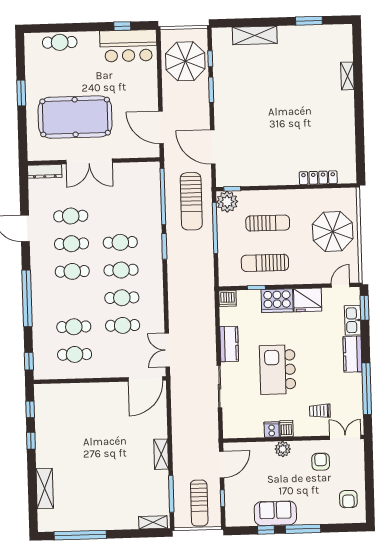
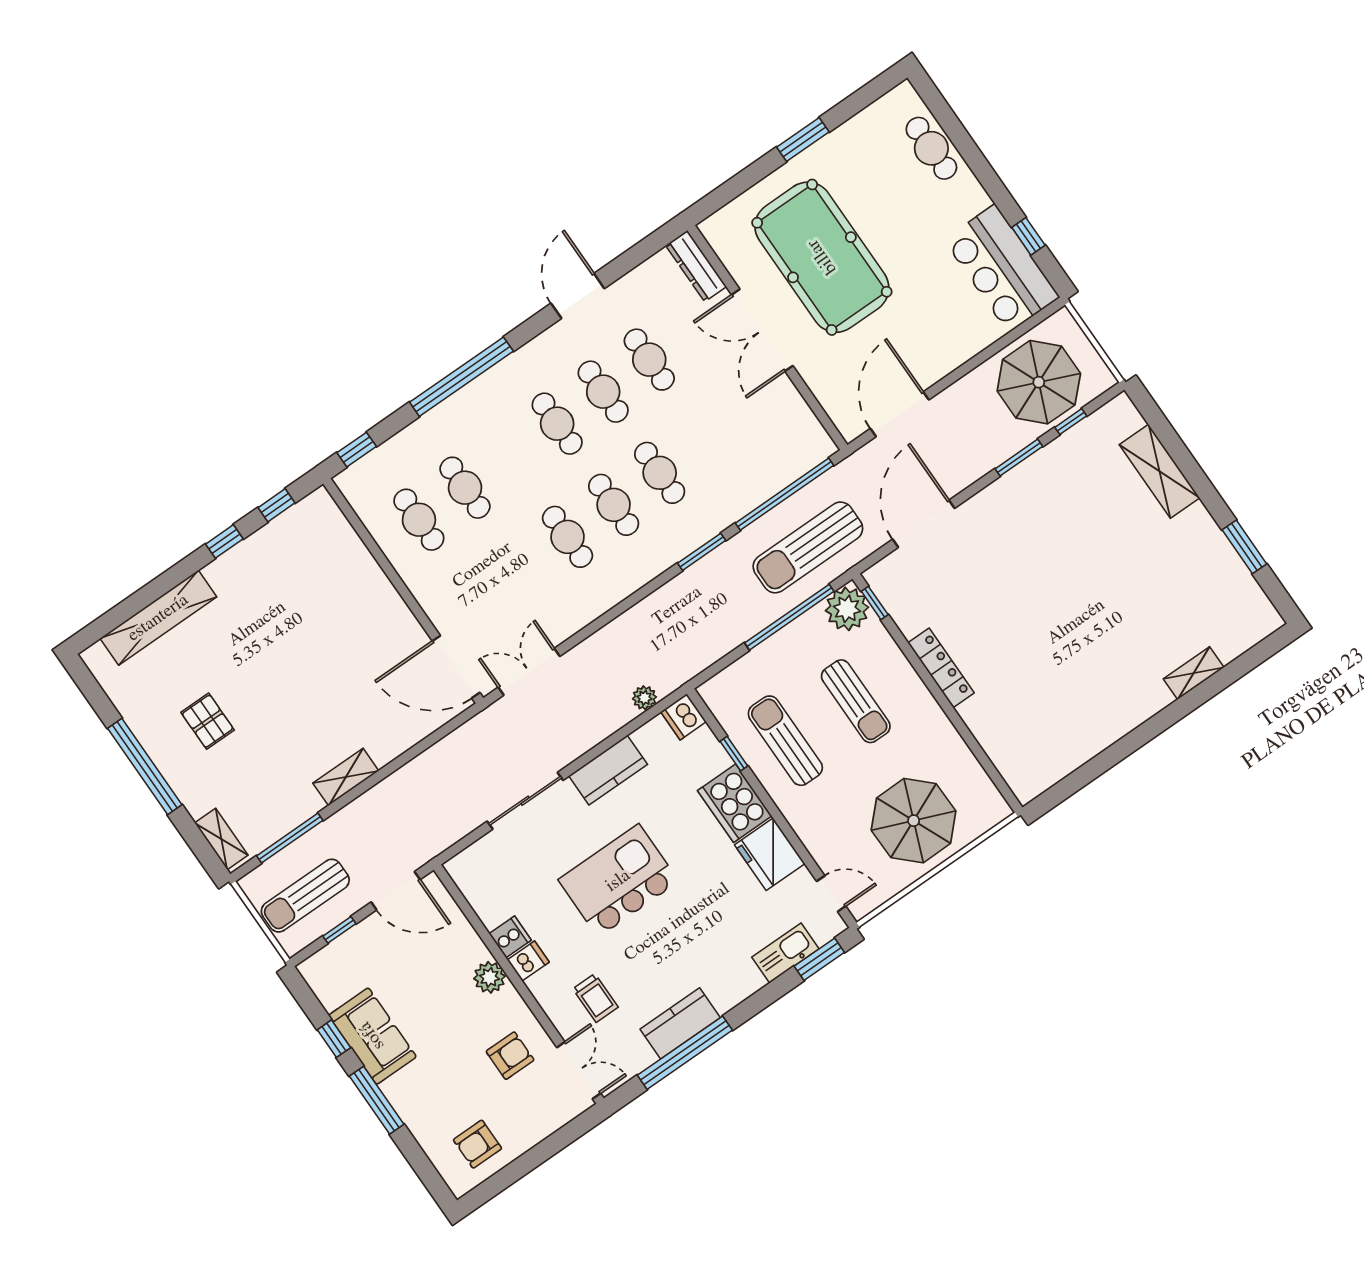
locker: (318, 178) -> (941, 668), moved
plant: (209, 309) -> (644, 698), added
cafe table: (123, 325) -> (521, 569), removed
kitchen counter: (352, 354) -> (680, 1023), moved
trolley: (320, 411) -> (595, 998), turned 180
shelving: (45, 489) -> (158, 618), width x1.47
pallet: (101, 496) -> (208, 721), added
window: (80, 535) -> (145, 766), moved

